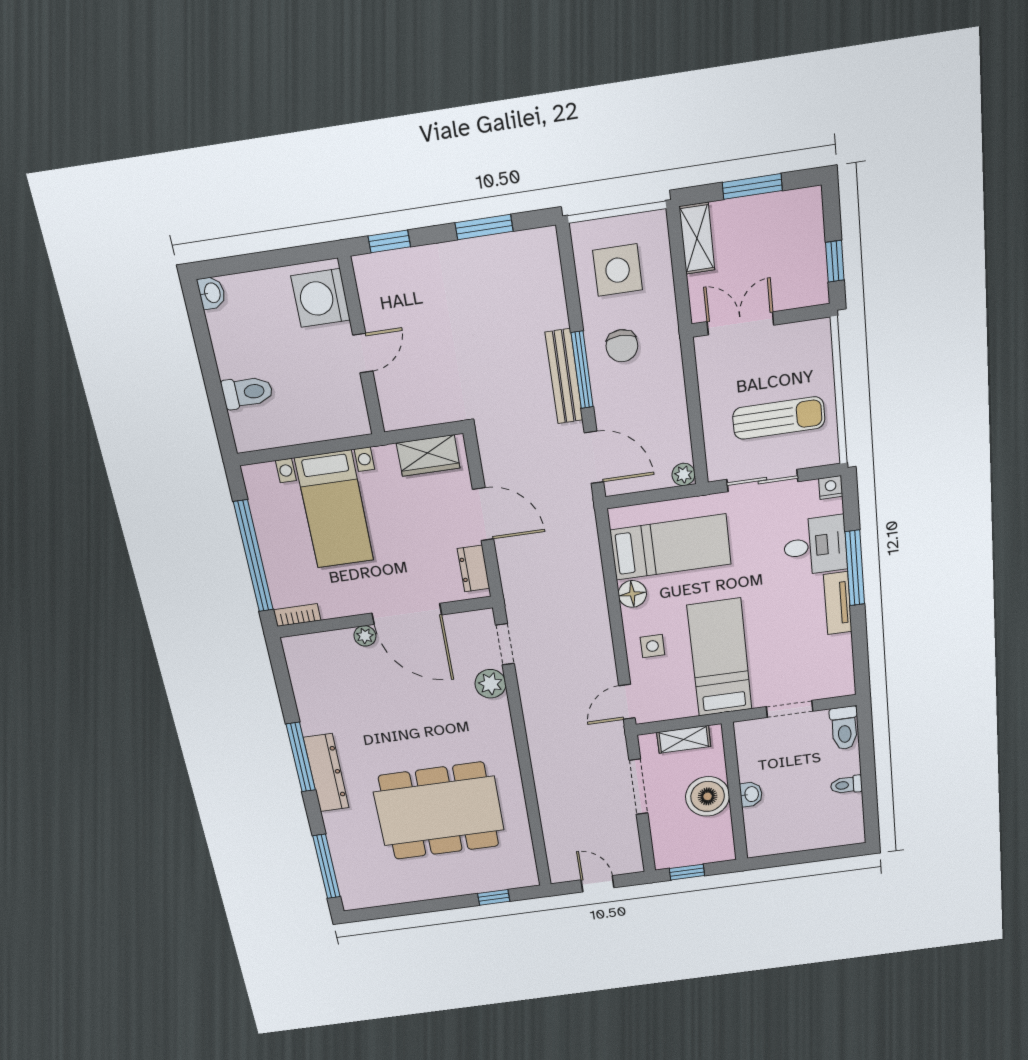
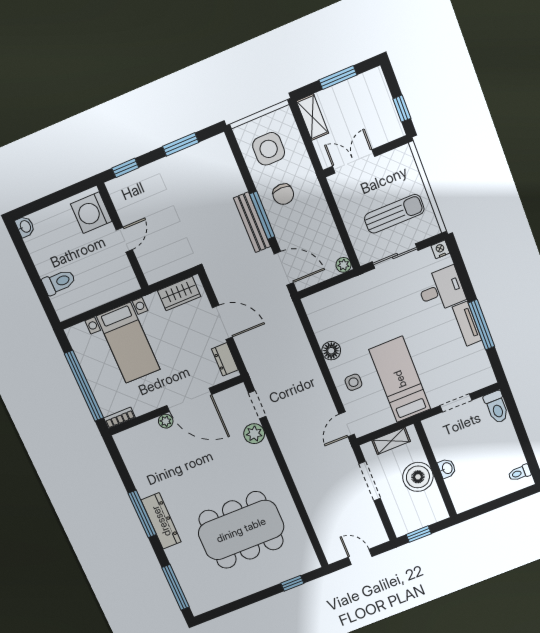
bed: (671, 547) -> (348, 314), removed
window: (855, 568) -> (481, 325), moved
toilet: (846, 785) -> (520, 473), moved

